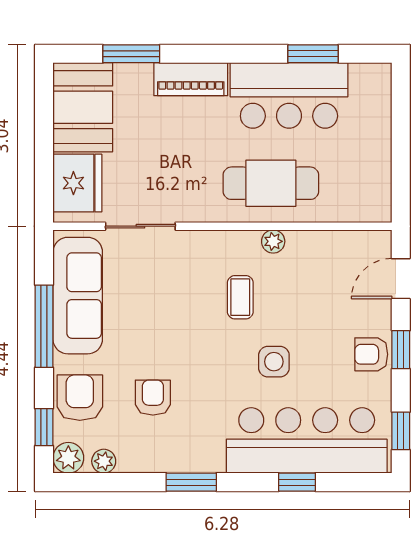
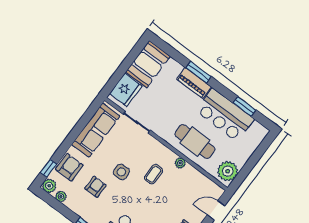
window: (131, 54) -> (199, 72), moved
plant: (369, 193) -> (228, 171), added
window: (44, 326) -> (76, 132), removed
side table: (274, 362) -> (121, 172), moved

